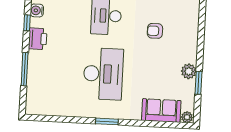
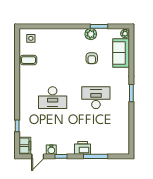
armchair: (155, 31) -> (92, 58), moved
printer: (38, 39) -> (83, 148), moved
desk: (103, 74) -> (96, 98), width x0.73, depth x0.77

